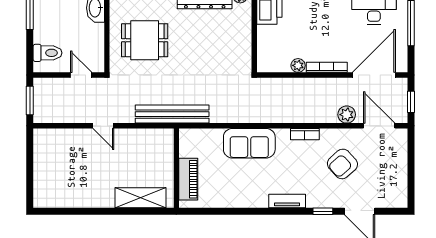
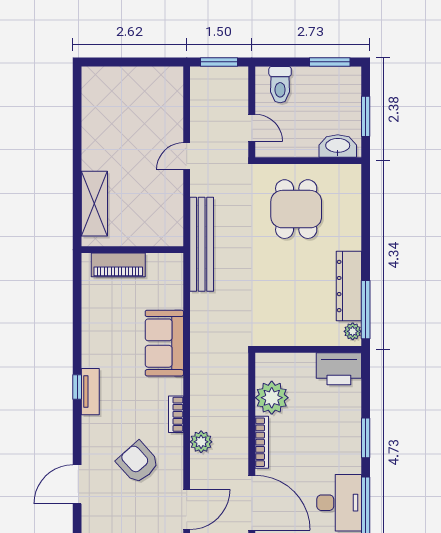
plant: (298, 65) -> (272, 398), width x1.88, depth x1.88
door: (81, 75) -> (252, 128), hinge flipped
plant: (347, 115) -> (201, 442), moved
window: (323, 211) -> (77, 387), moved

